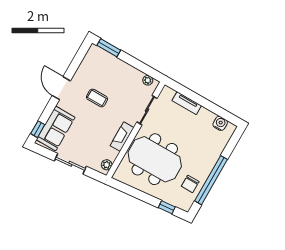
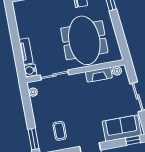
coffee table: (97, 98) -> (60, 131), moved
water cooler: (220, 123) -> (30, 70), moved
fireplace: (122, 137) -> (99, 75), moved

